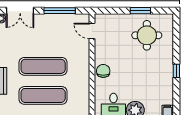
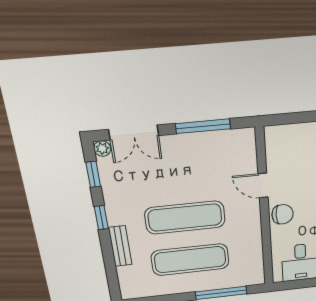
door: (92, 31) -> (263, 186), moved
chair: (103, 71) -> (283, 214), turned 90

